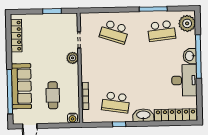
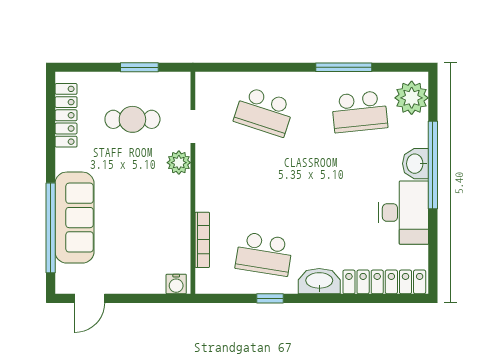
cafe table: (53, 95) -> (132, 119), moved, turned 90

